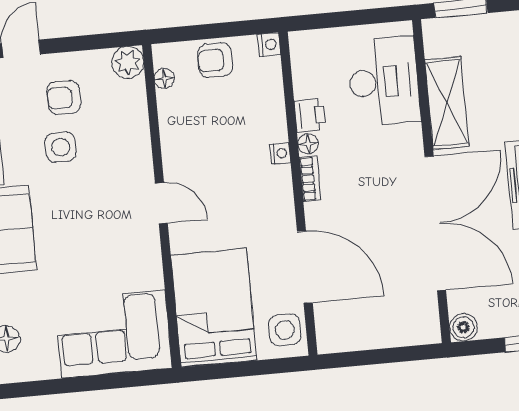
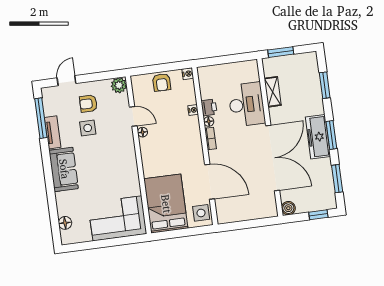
armchair: (215, 60) -> (162, 82), turned -90
floor lamp: (164, 78) -> (142, 132), moved
desk: (384, 82) -> (247, 104), moved
shelving: (447, 103) -> (273, 92), width x0.67, depth x0.75
nightstand: (280, 153) -> (193, 110), moved
door: (161, 203) -> (133, 116), moved

